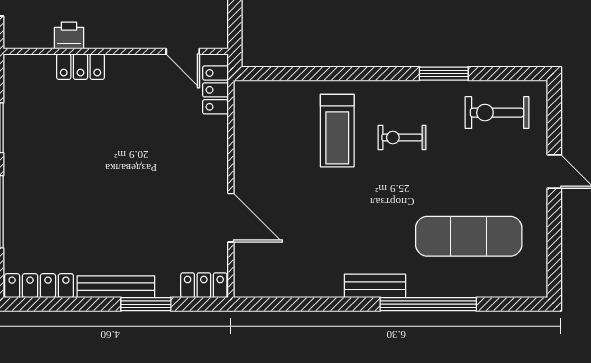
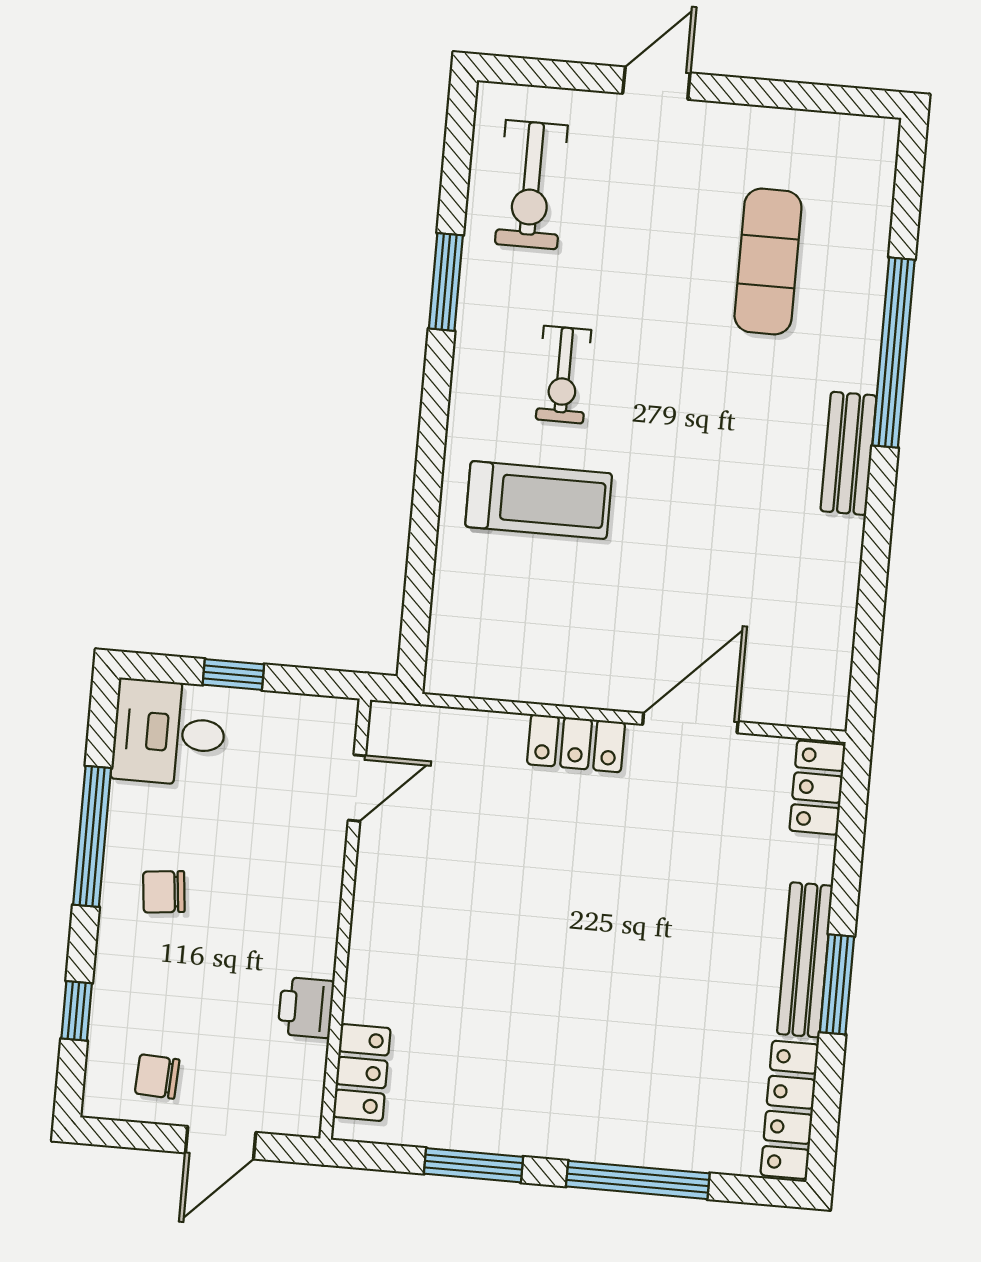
locker: (80, 67) -> (362, 1073), moved
locker: (215, 90) -> (576, 743), moved
exercise mat: (469, 236) -> (768, 261), width x0.73, depth x0.69
window: (146, 304) -> (837, 984), moved

